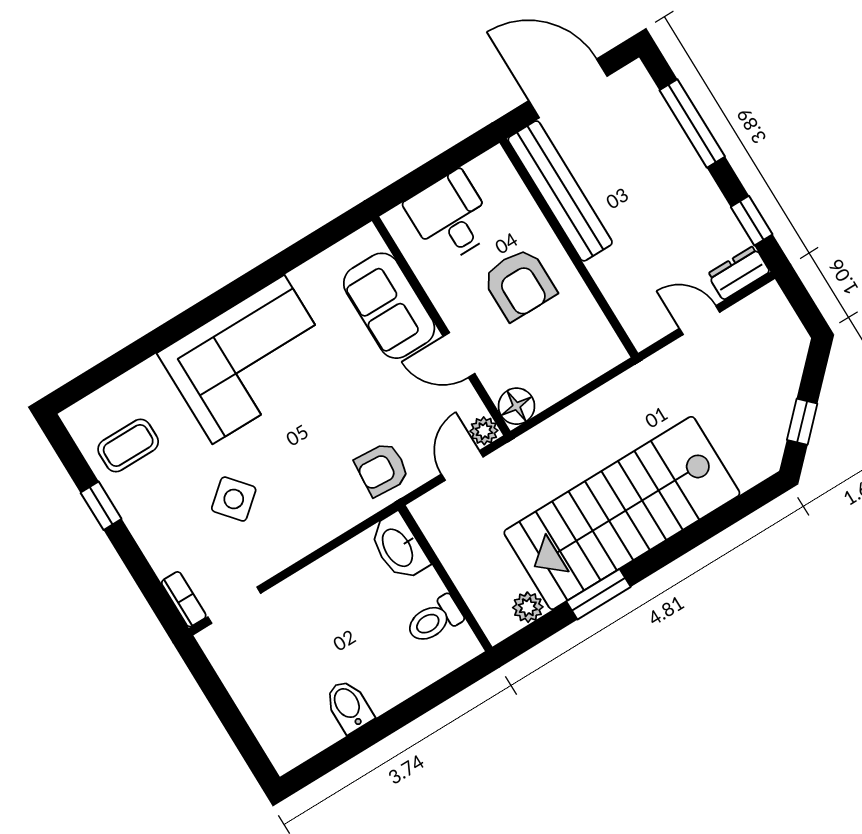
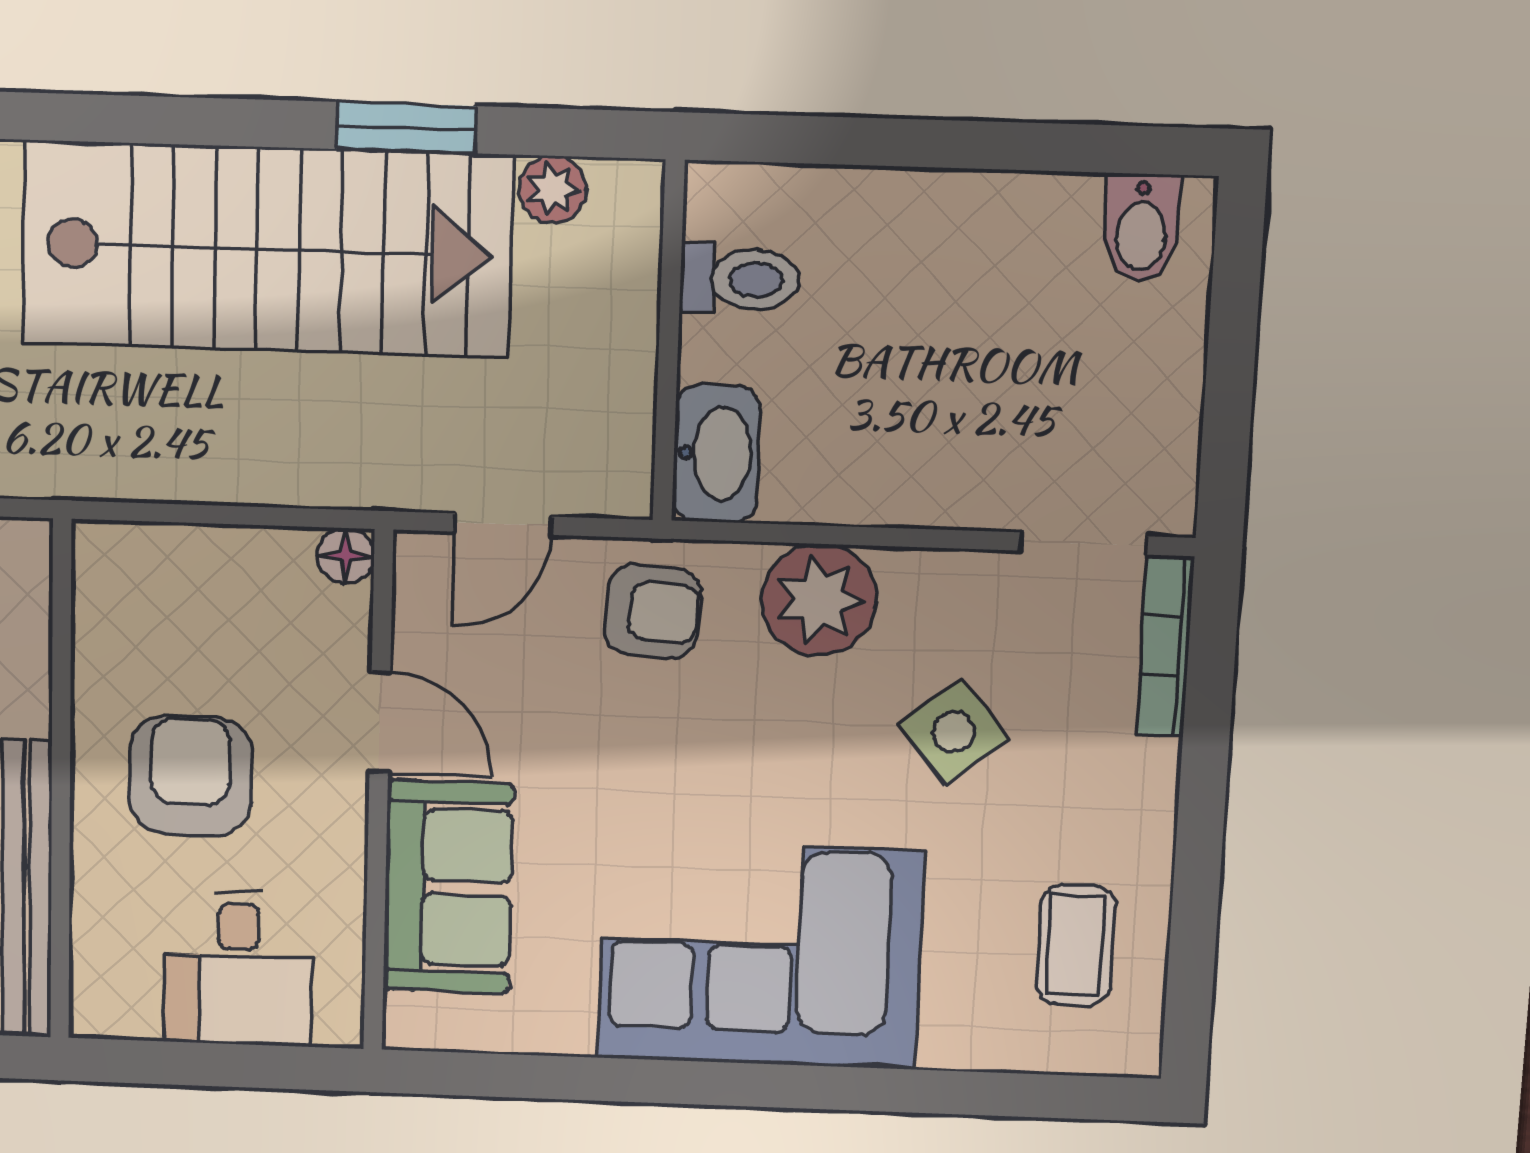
floor lamp: (516, 406) -> (346, 556), width x0.73, depth x0.73
plant: (484, 431) -> (819, 600), moved, width x1.88, depth x1.88
coffee table: (128, 445) -> (1075, 945), turned 90
window: (101, 506) -> (1197, 873), removed
bookcase: (184, 599) -> (1165, 646), width x1.56
bidet: (349, 706) -> (1141, 228), moved

